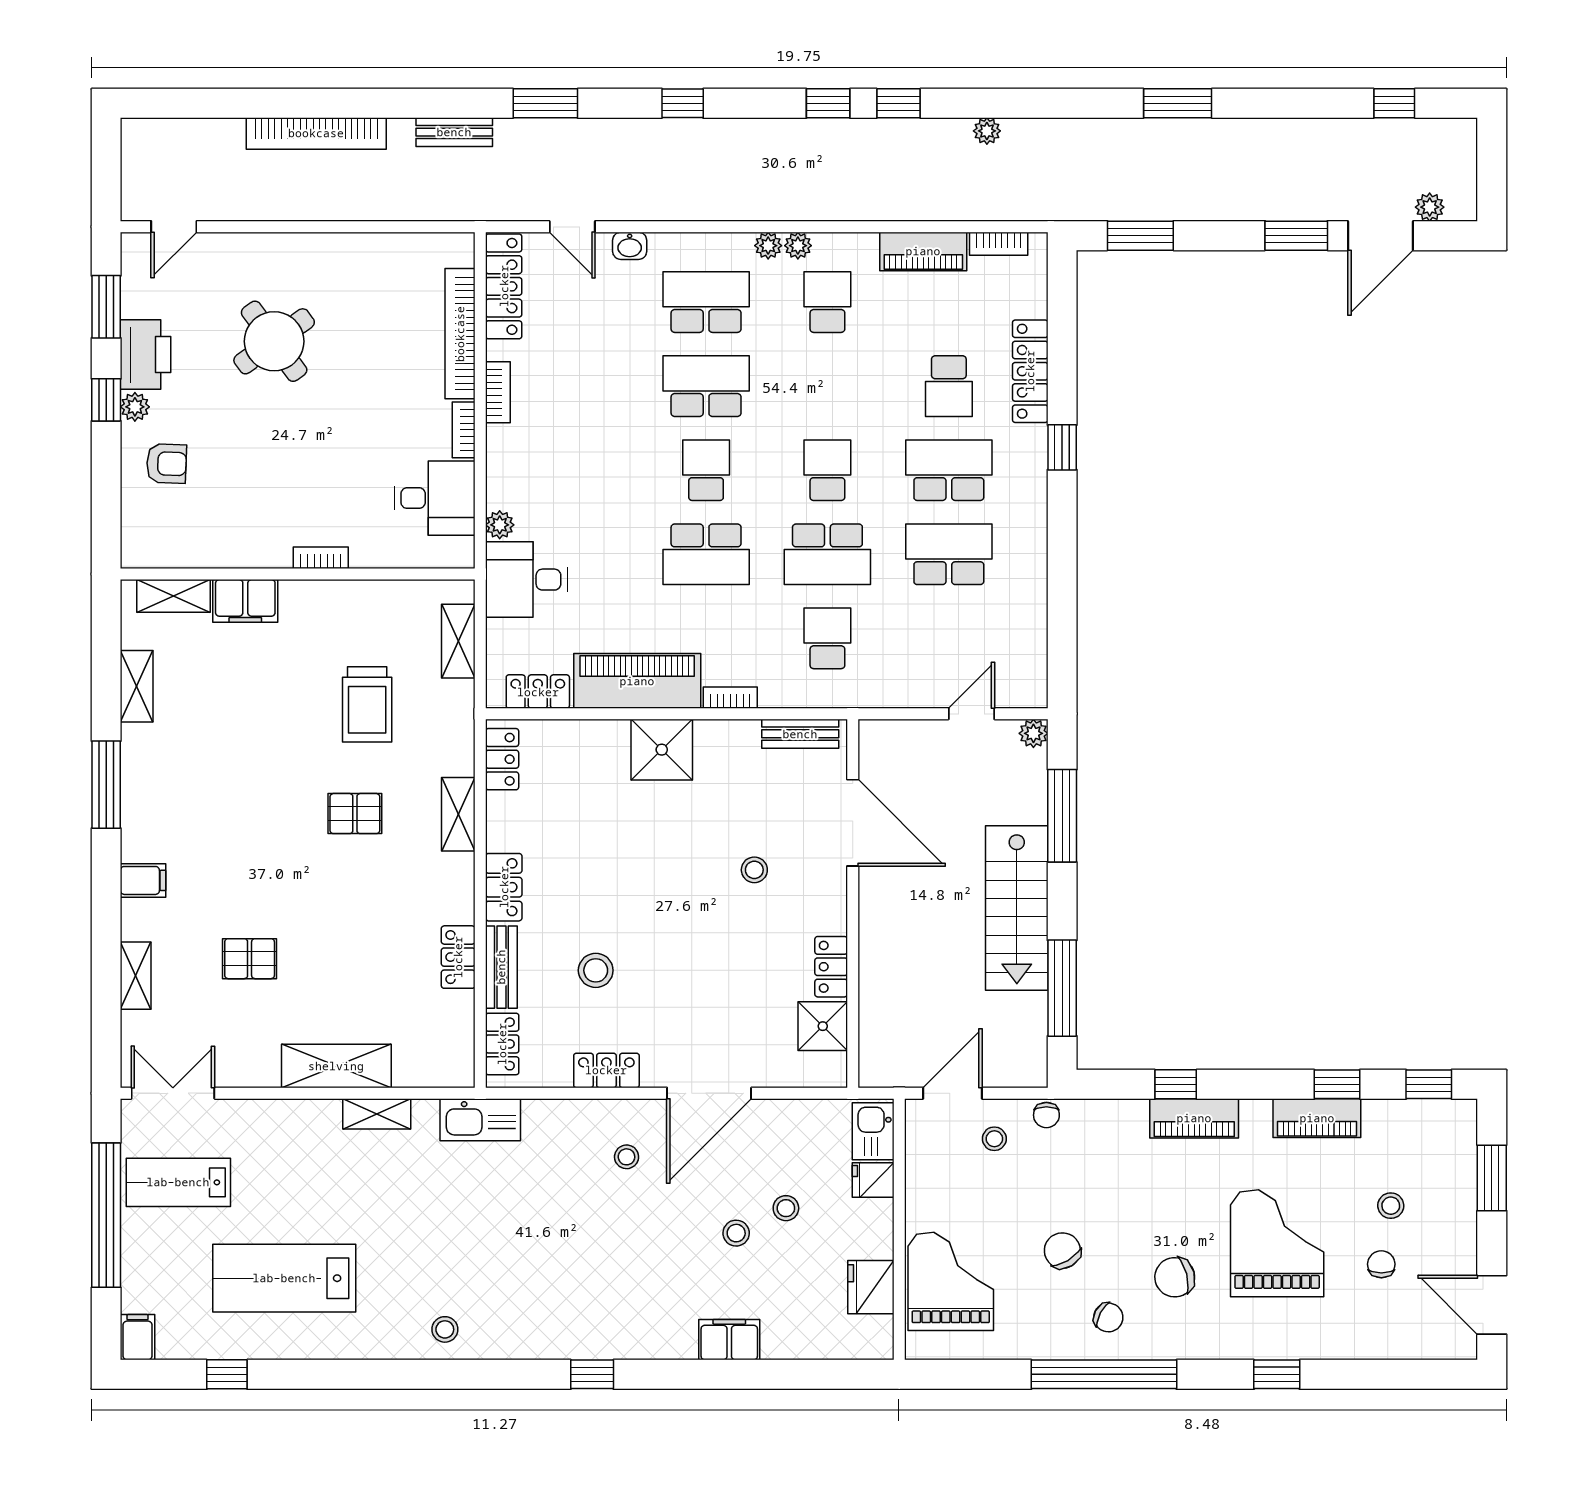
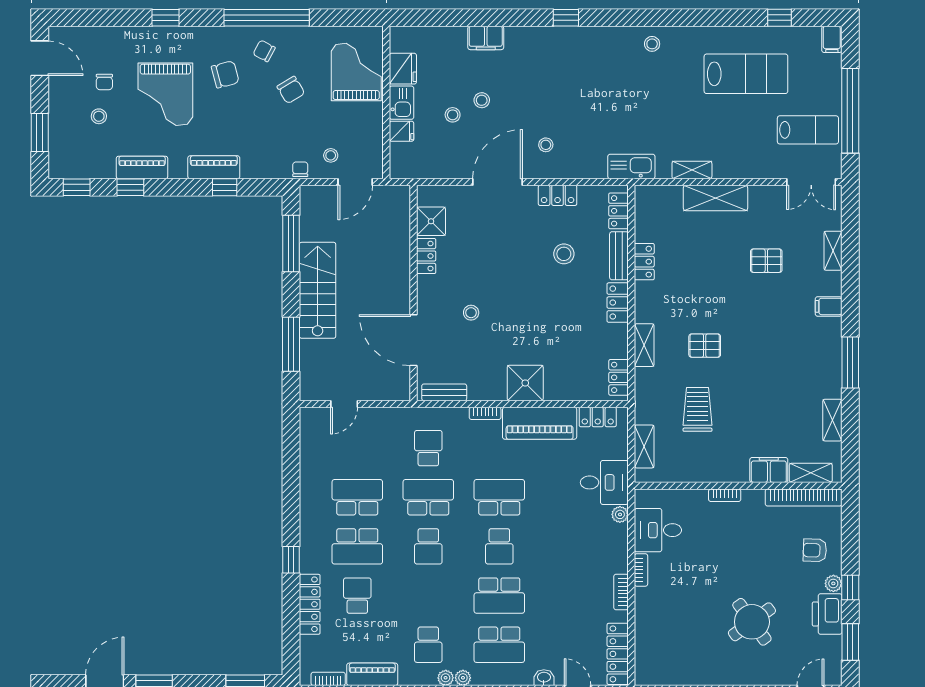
bookcase: (460, 334) -> (804, 497), moved, turned 90
school desk: (949, 554) -> (357, 497), turned 180
school desk: (827, 638) -> (428, 448), turned 180
plant: (1033, 733) -> (308, 392), removed
kitchen sink: (873, 1131) -> (402, 103), moved
grand piano: (951, 1281) -> (356, 72), turned 180

